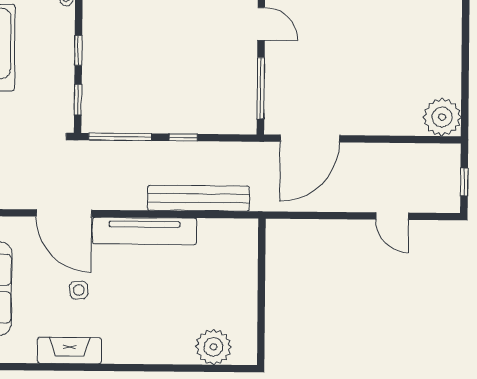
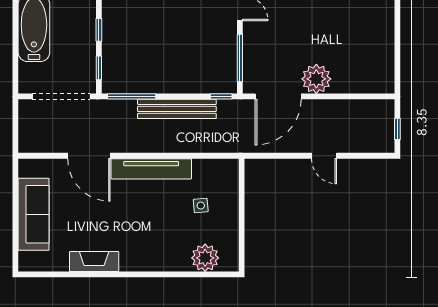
plant: (442, 117) -> (316, 79), moved
window: (183, 137) -> (221, 96), moved
bench: (198, 198) -> (177, 109), moved
door: (392, 216) -> (324, 156), moved
side table: (79, 290) -> (201, 206), moved

